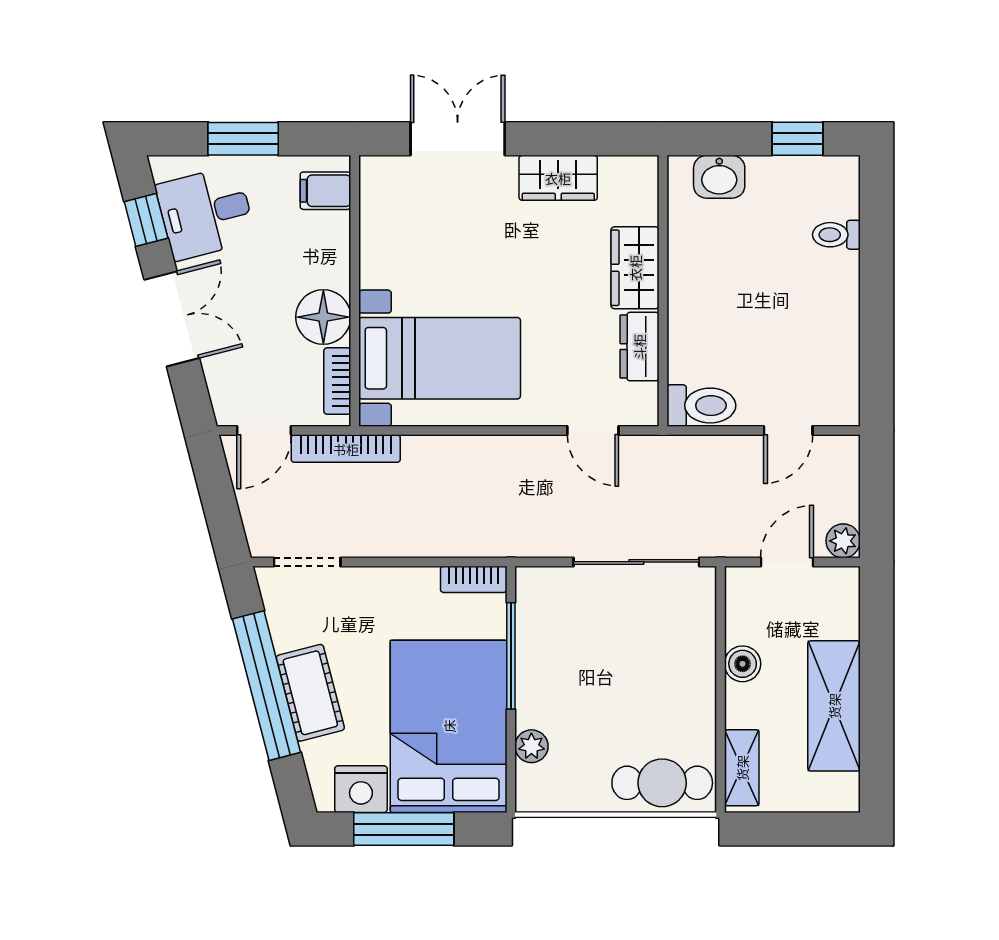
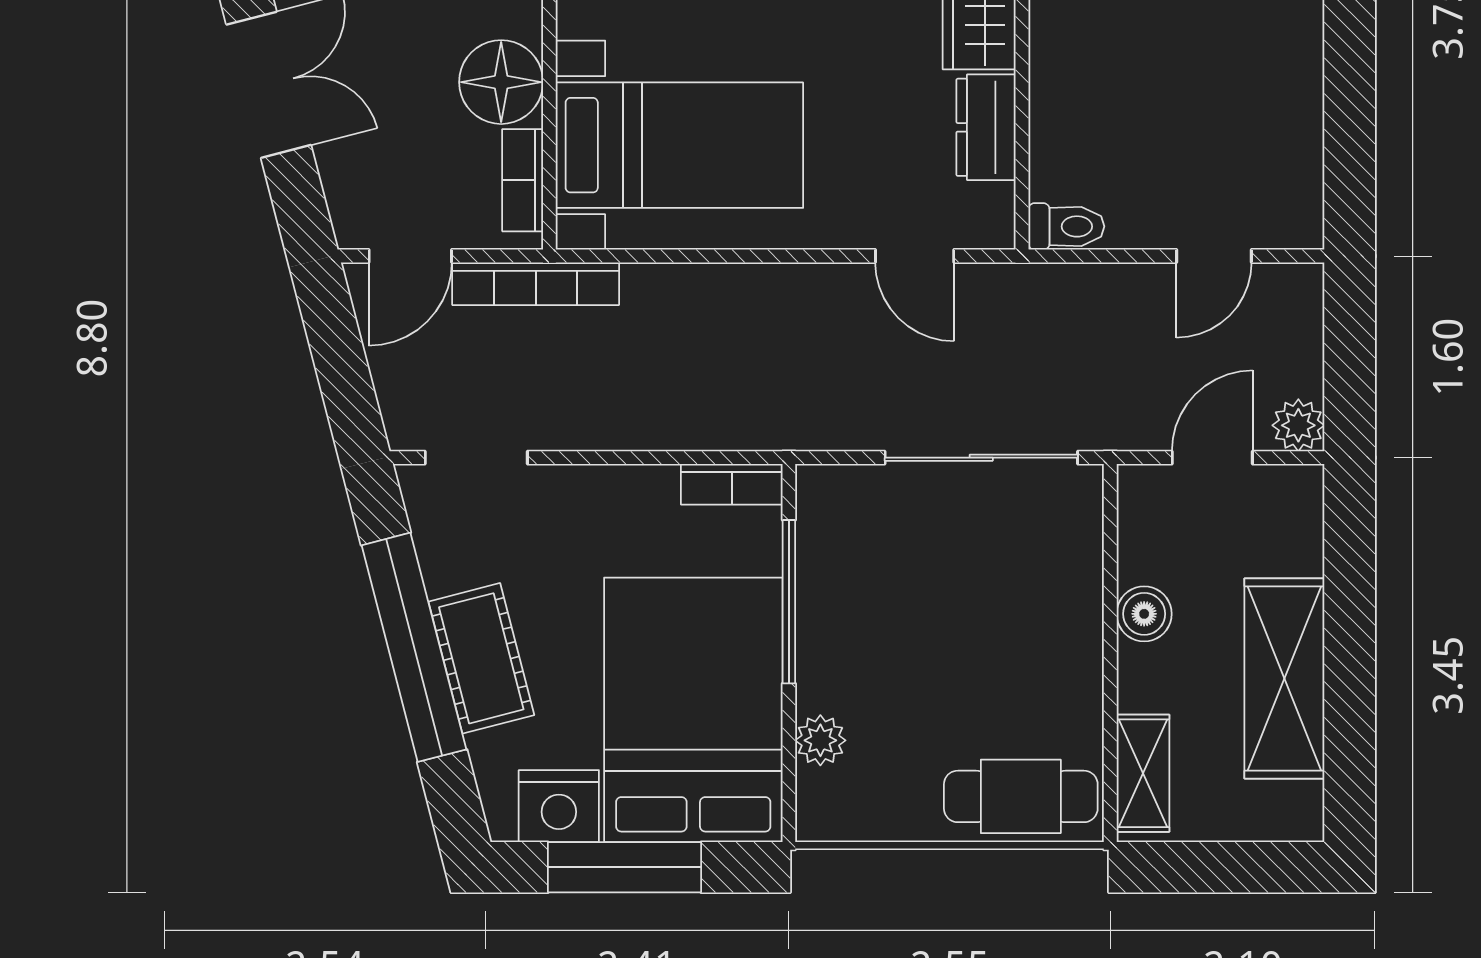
toilet: (701, 406) -> (1066, 226), width x0.73, depth x0.72

